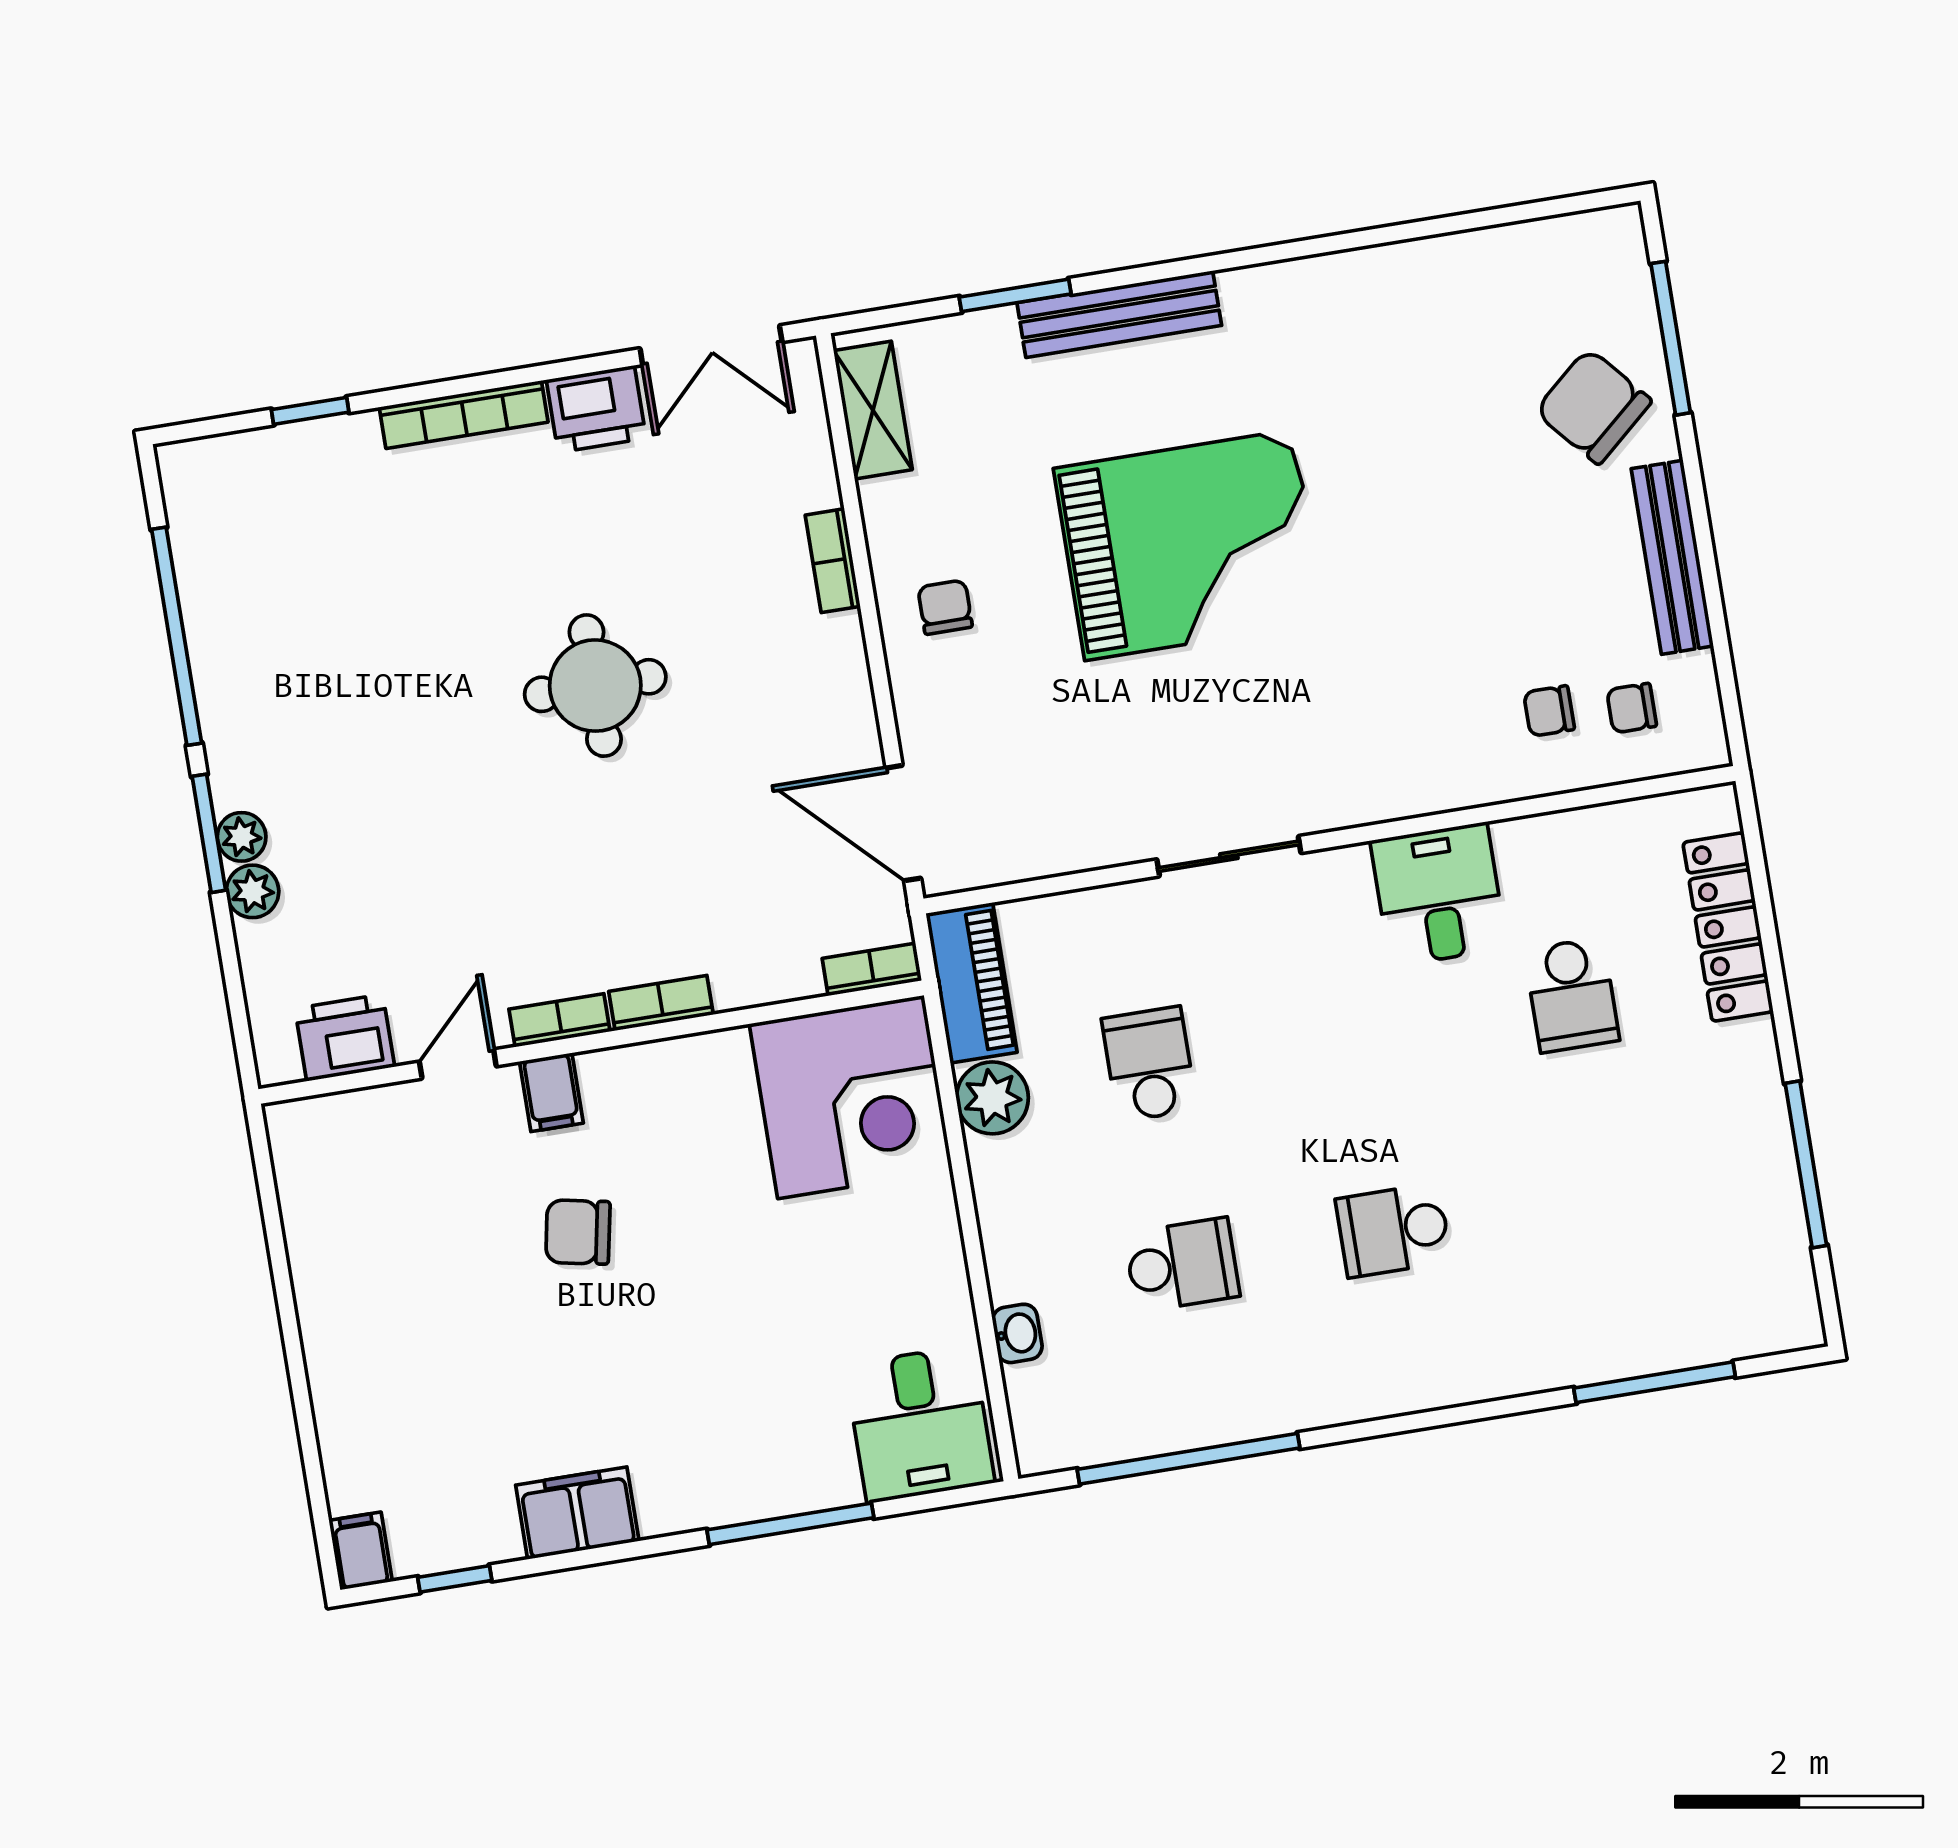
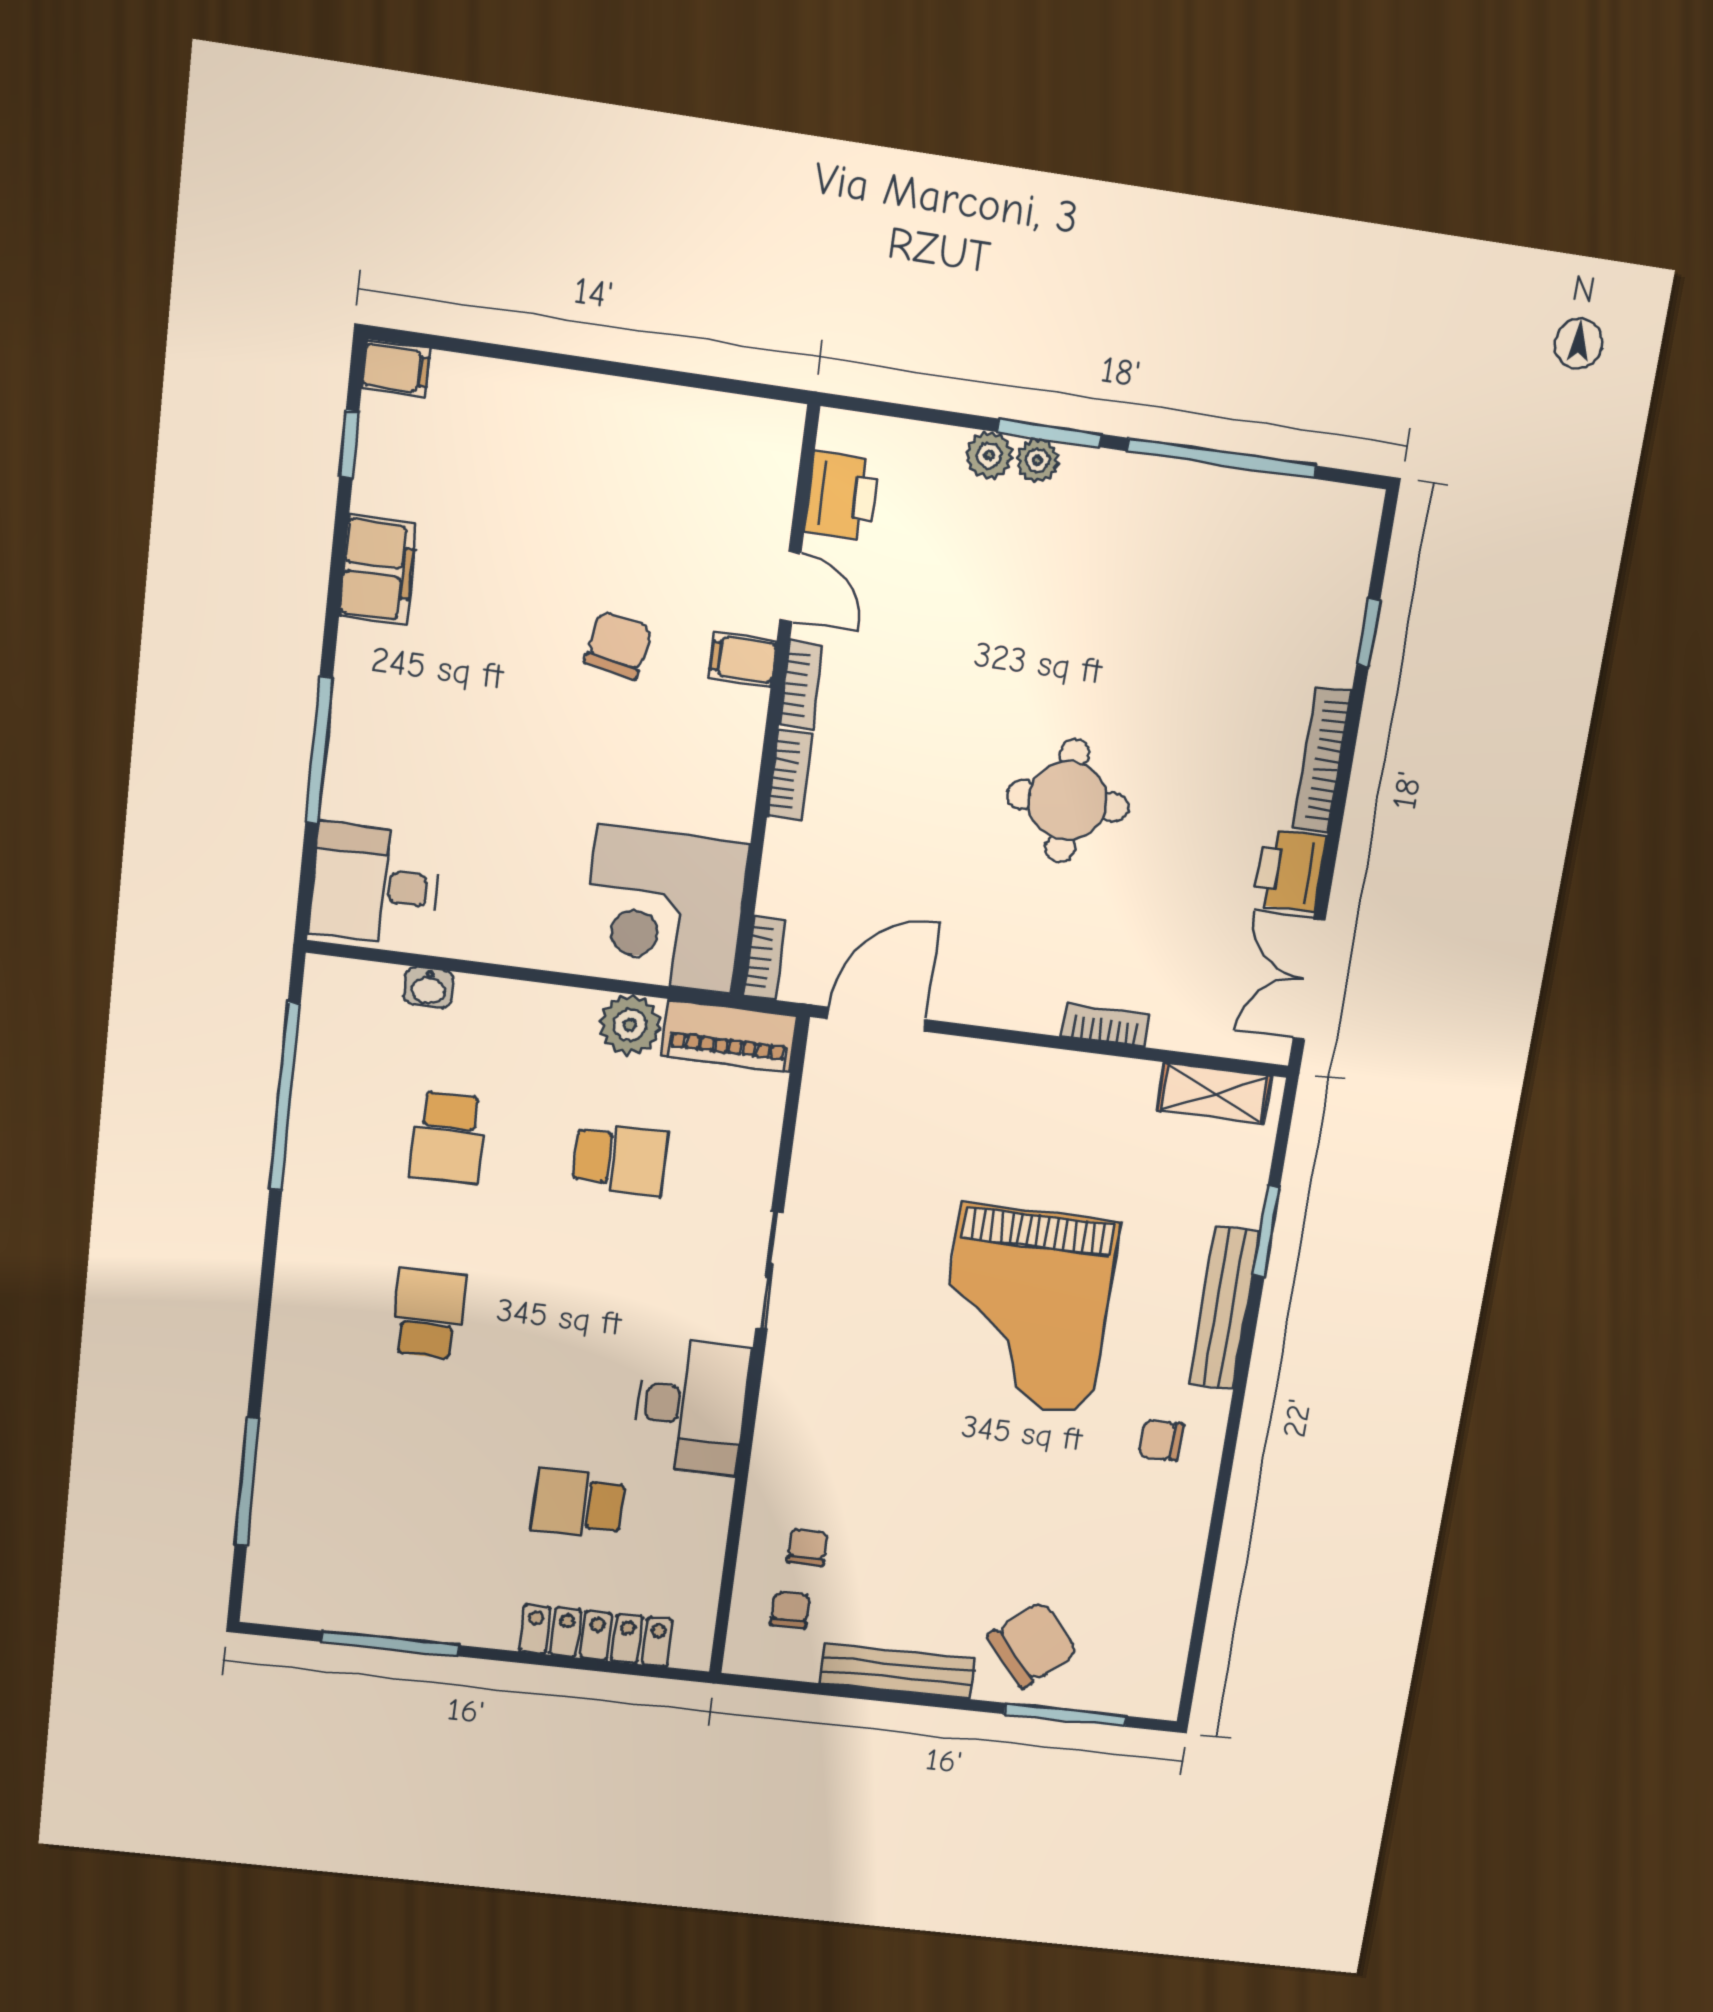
chair: (945, 607) -> (1161, 1440), moved, turned 180
desk: (1439, 894) -> (691, 1406), width x1.37

